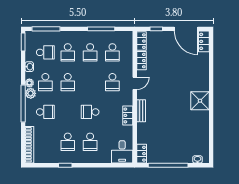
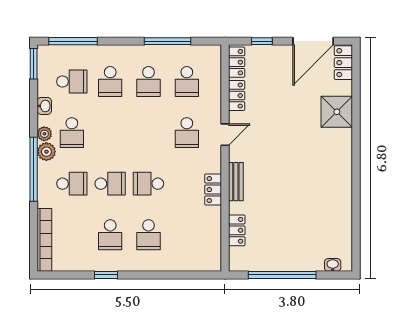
door: (186, 29) -> (313, 41), hinge flipped
school desk: (68, 82) -> (110, 184), moved, turned -90
shower: (200, 101) -> (337, 112), moved
desk: (122, 152) -> (203, 252), removed
locker: (142, 154) -> (237, 230), moved

